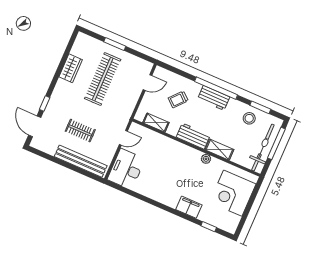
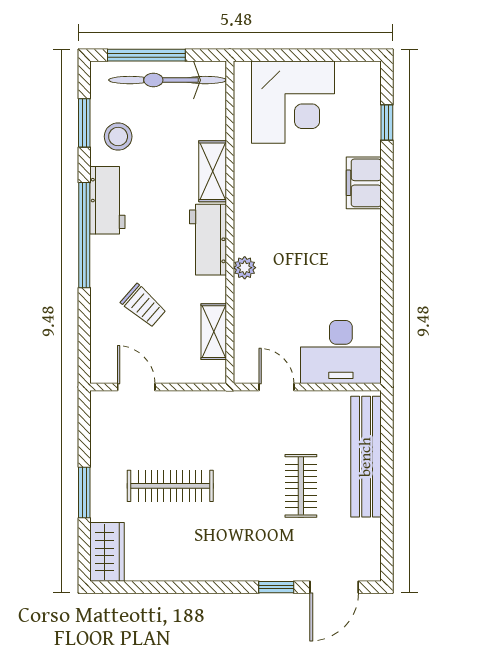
wardrobe: (71, 68) -> (107, 552), moved, turned 90
clothes rail: (103, 79) -> (170, 486), width x0.73, depth x0.76
workbench: (214, 98) -> (107, 200), moved
plant: (206, 159) -> (245, 268), moved

